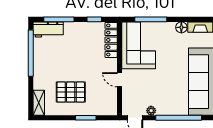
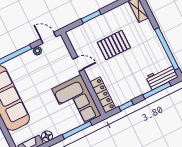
pallet: (71, 92) -> (114, 45), moved

